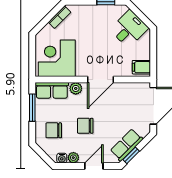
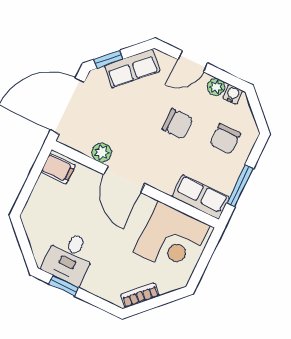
desk: (129, 29) -> (69, 258), moved, turned -45
door: (101, 79) -> (124, 179), swing flipped
plant: (76, 88) -> (102, 153), moved
chair: (54, 130) -> (225, 139), turned 90
window: (131, 155) -> (108, 59), moved

